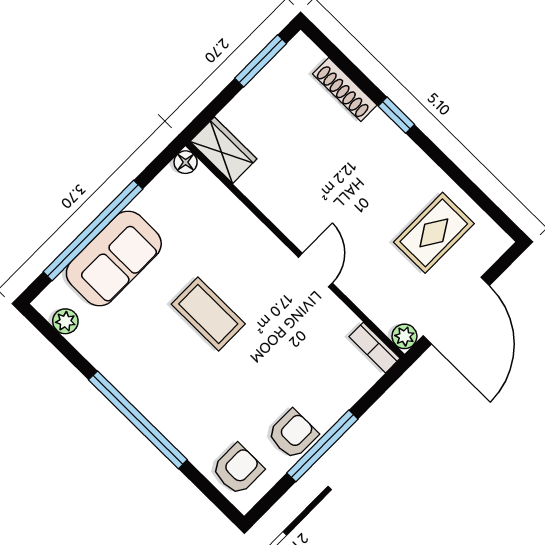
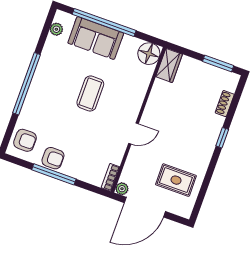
shoe rack: (345, 90) -> (225, 104), width x0.70
floor lamp: (186, 162) -> (149, 54), width x1.89, depth x1.89

